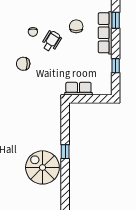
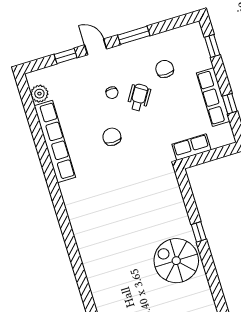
row of seats: (105, 33) -> (213, 97), moved
chair: (23, 64) -> (112, 137), turned 90

